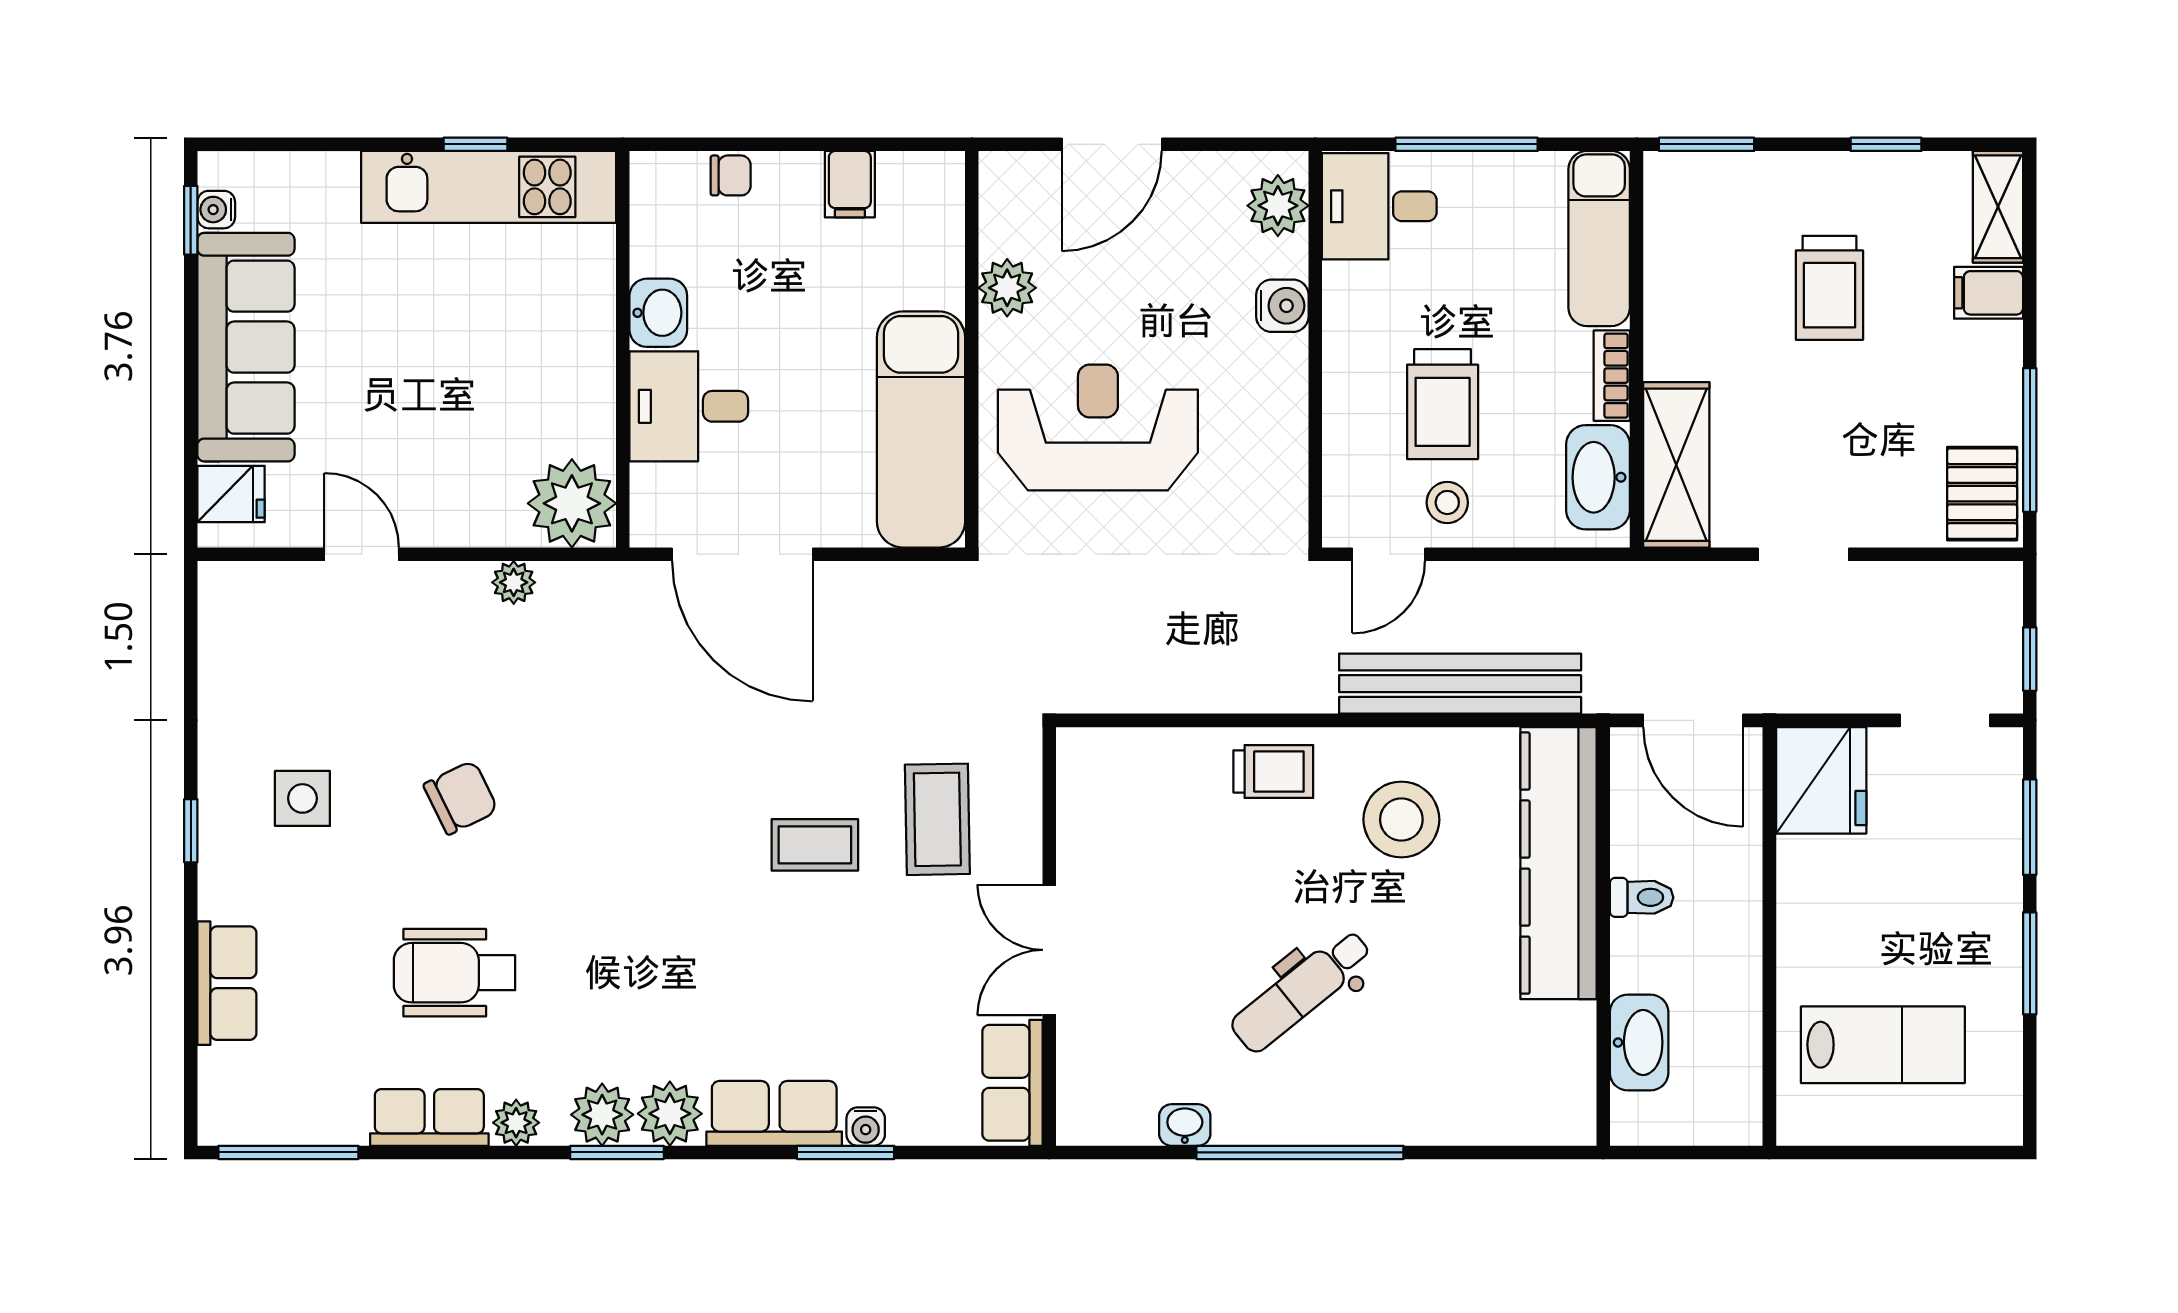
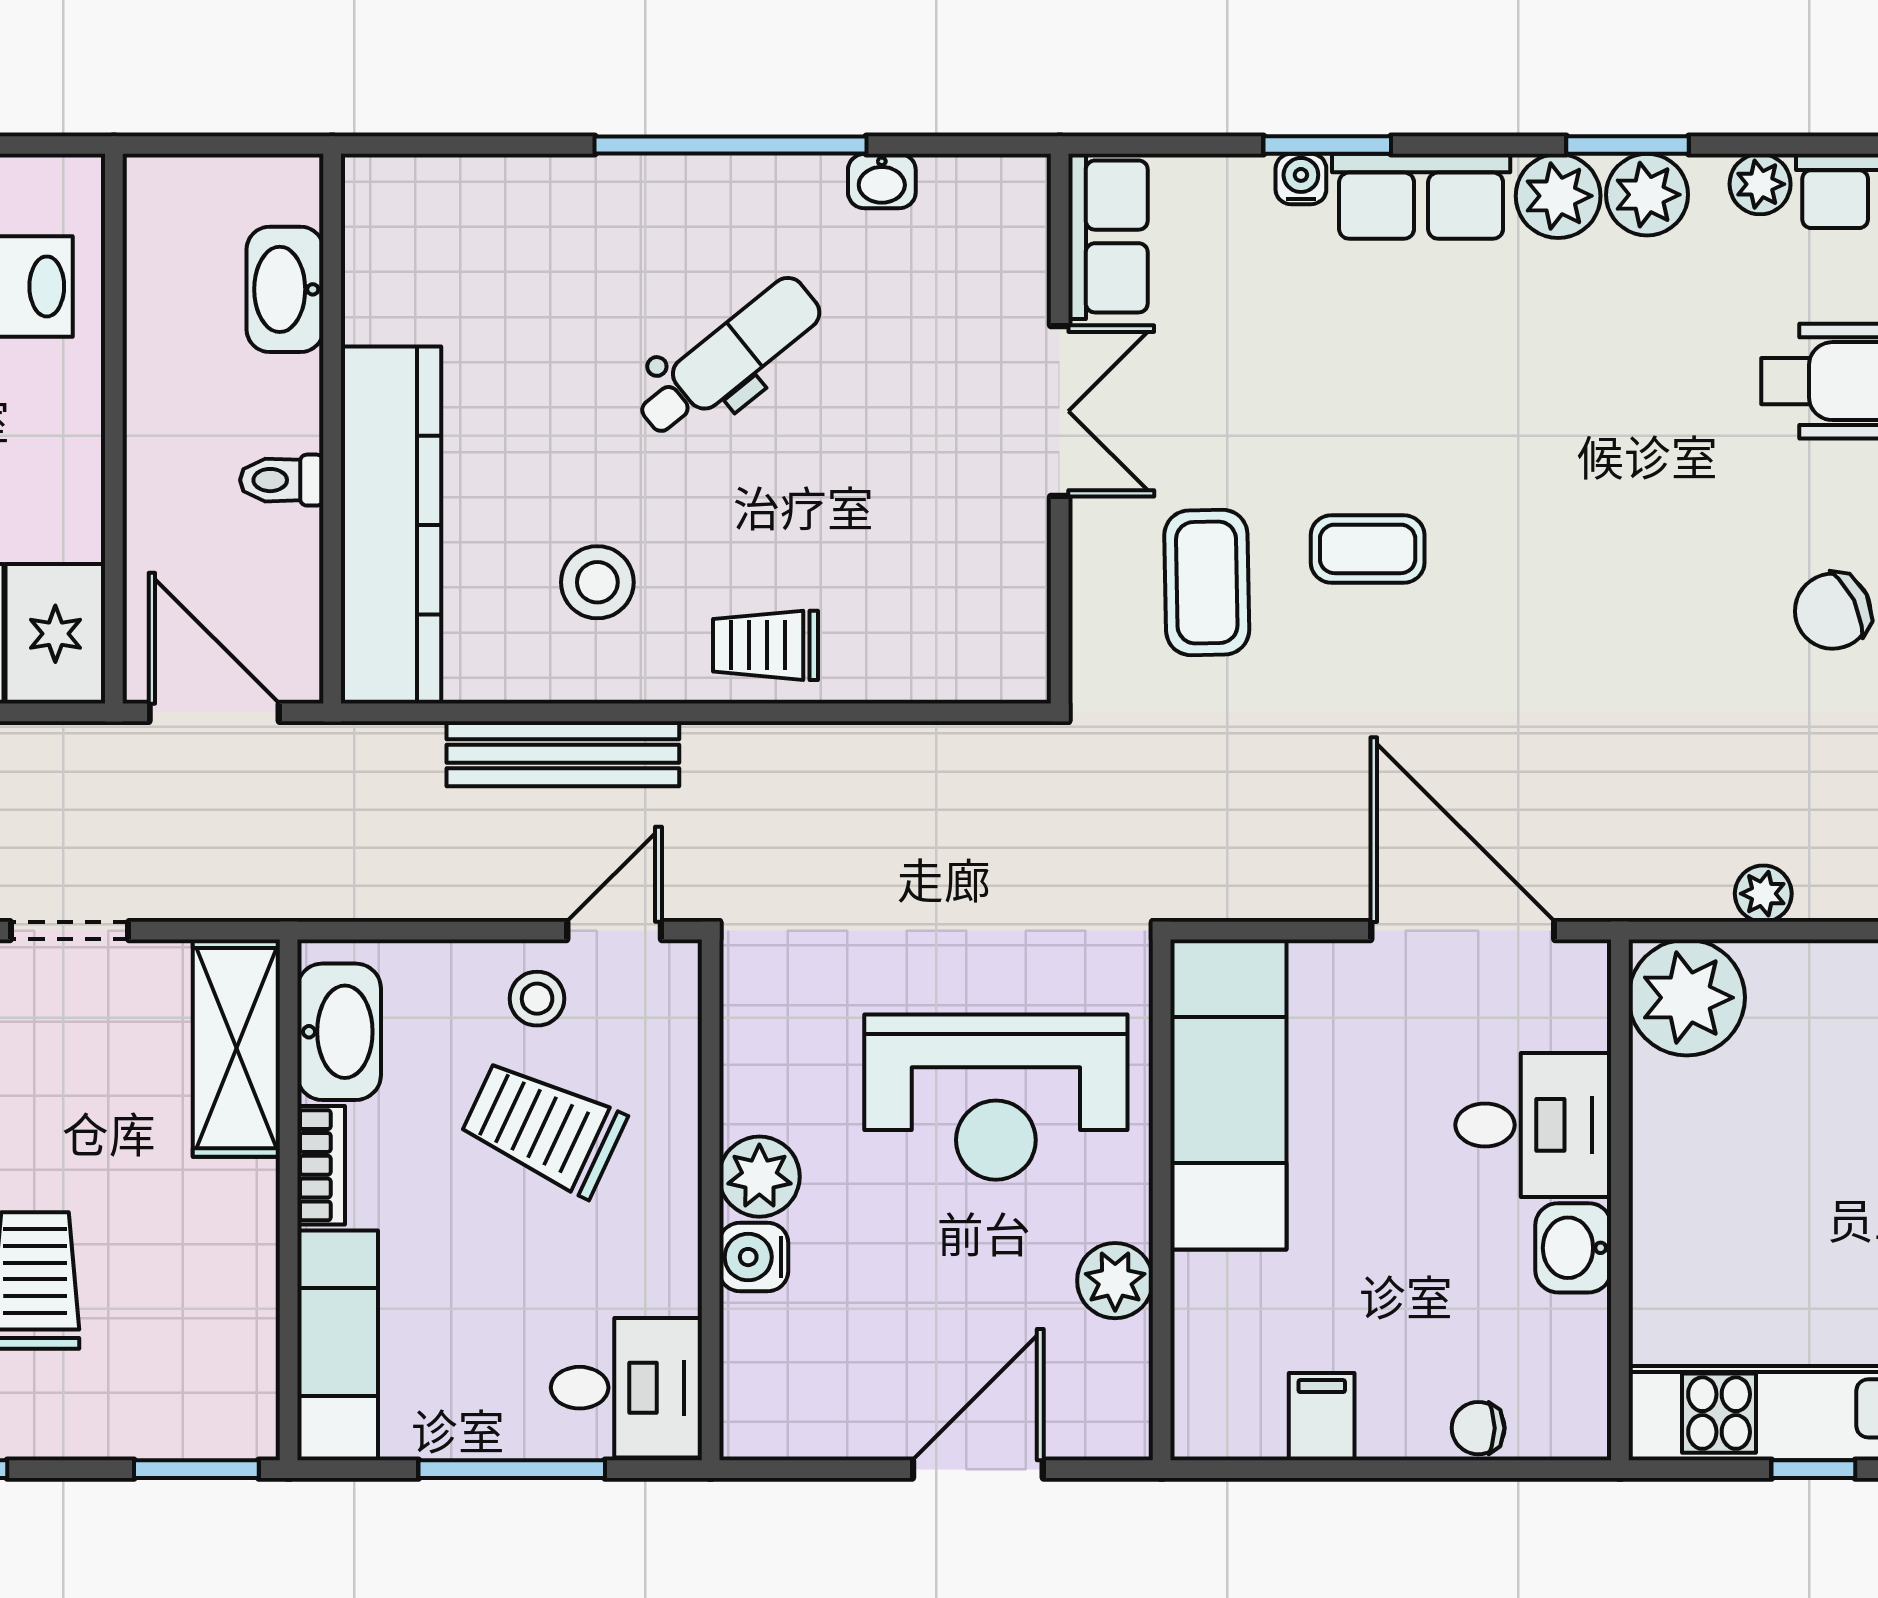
plant: (1278, 206) -> (759, 1177), moved
trolley: (1443, 404) -> (543, 1128), turned -65
bench: (1460, 684) -> (563, 754), width x0.73, depth x0.82
stool: (1401, 820) -> (597, 582), width x0.73, depth x0.73

